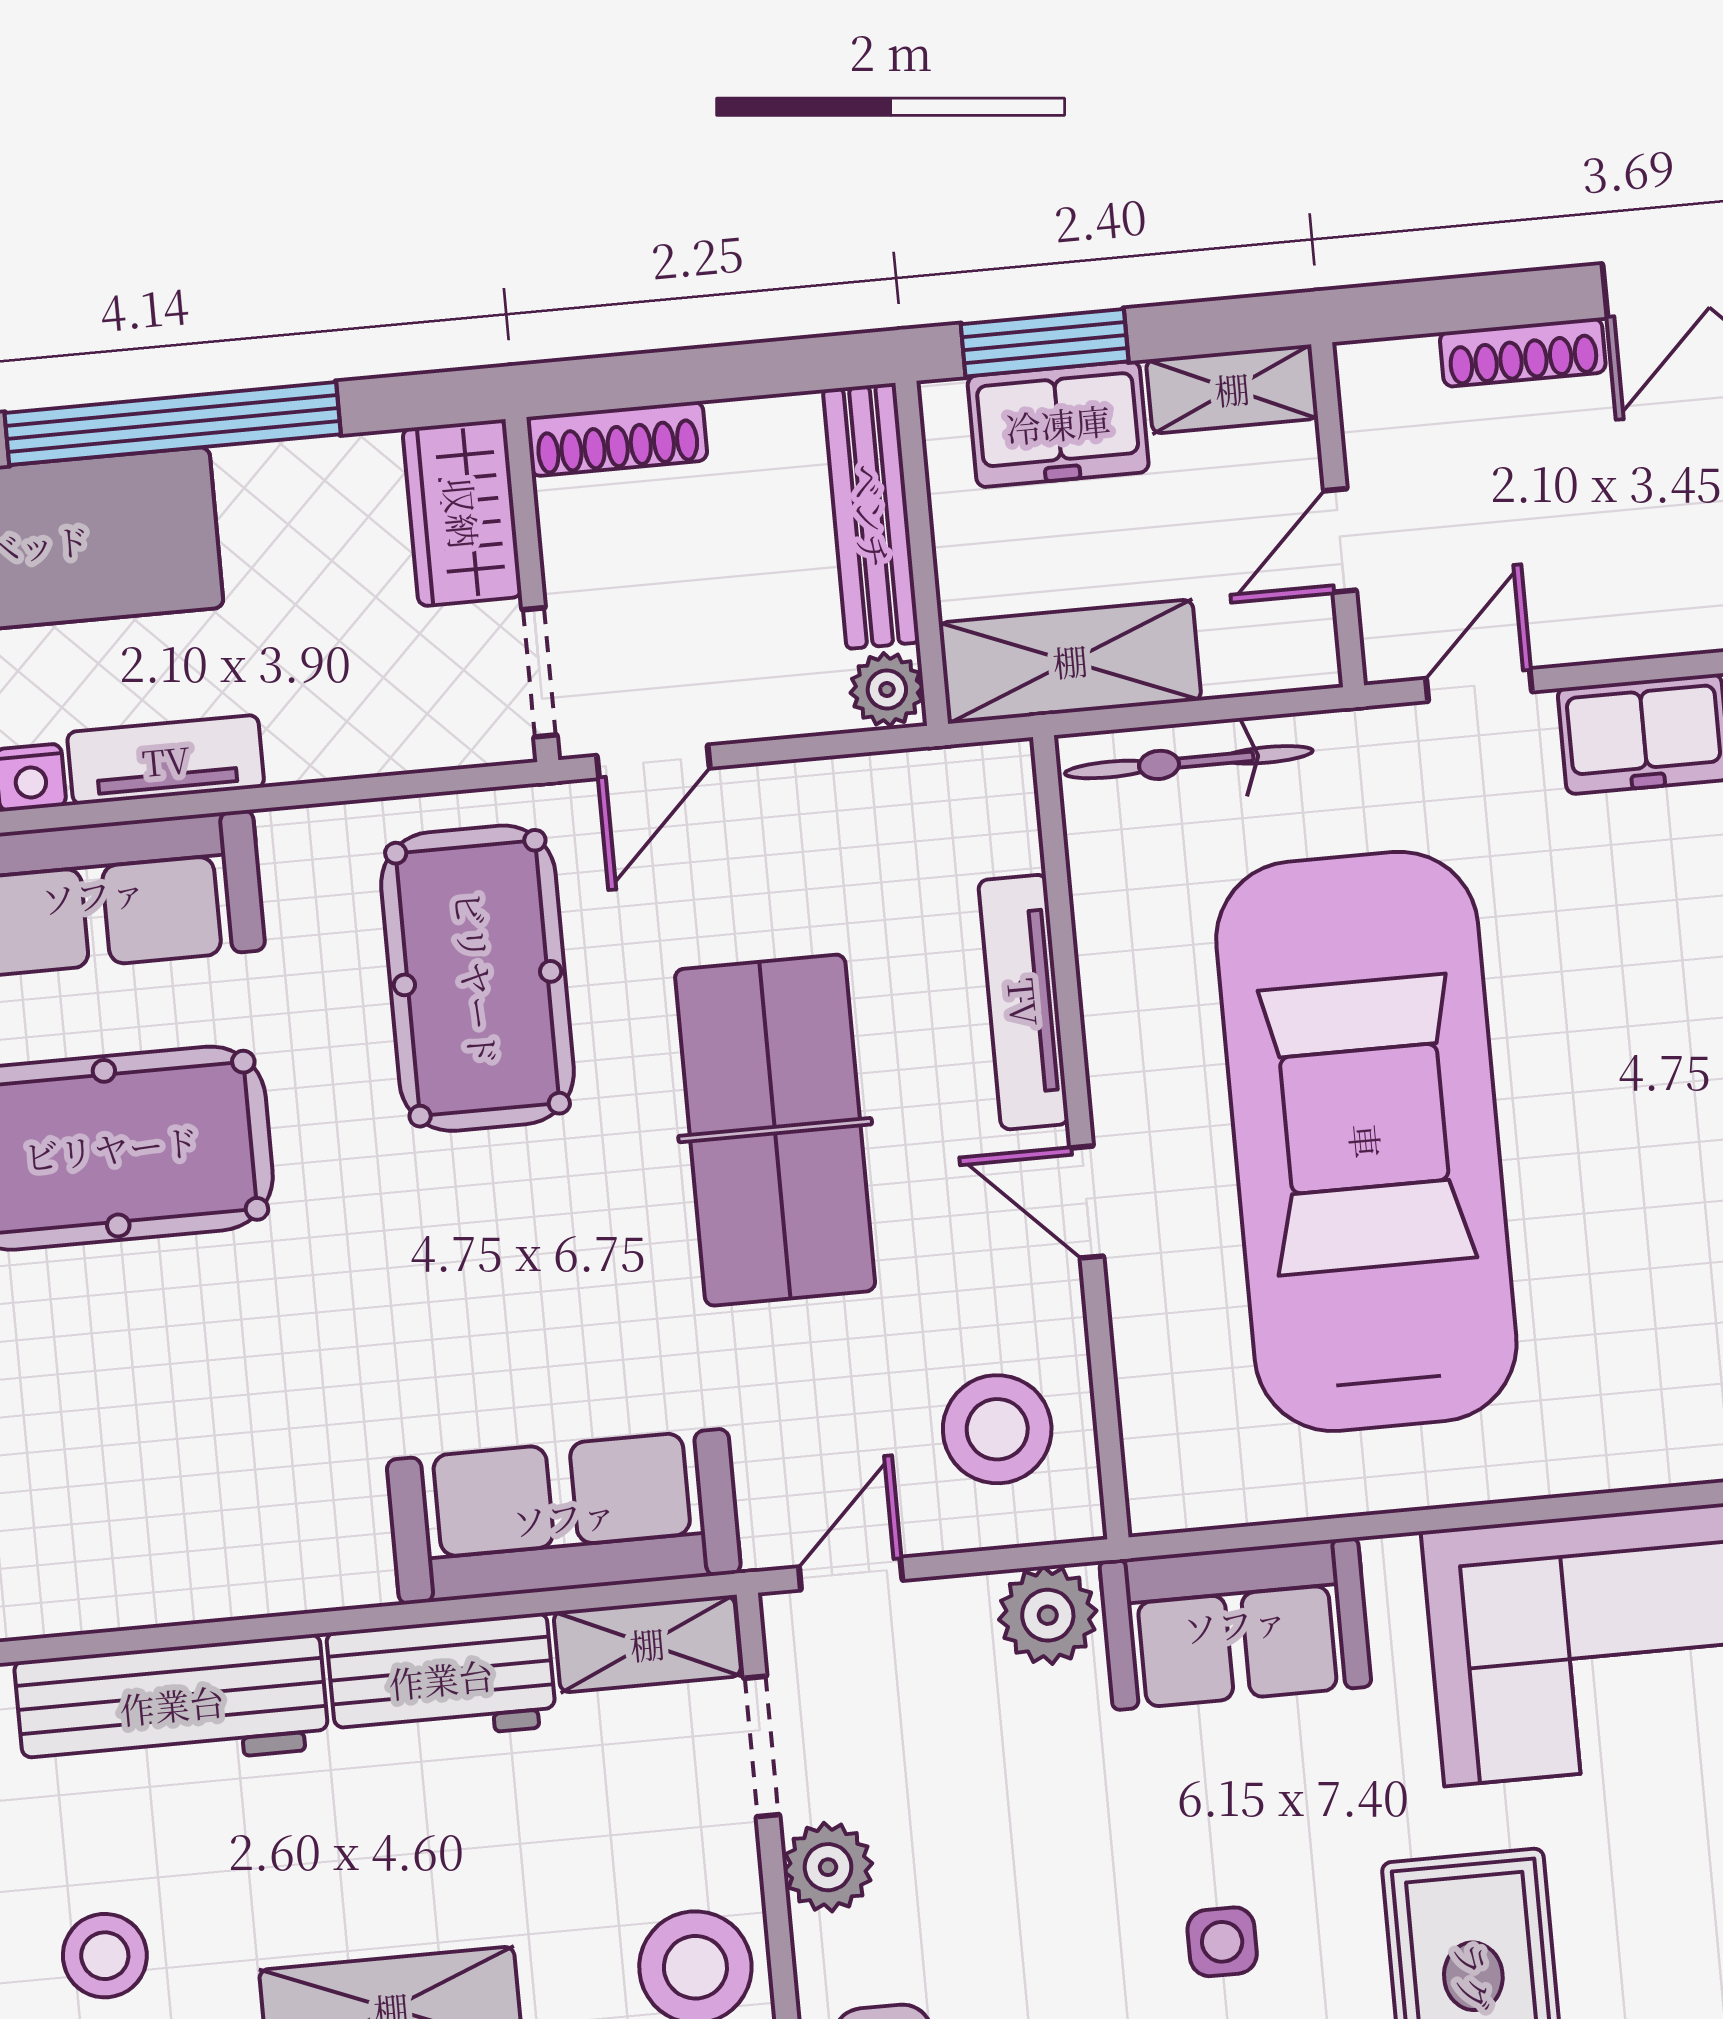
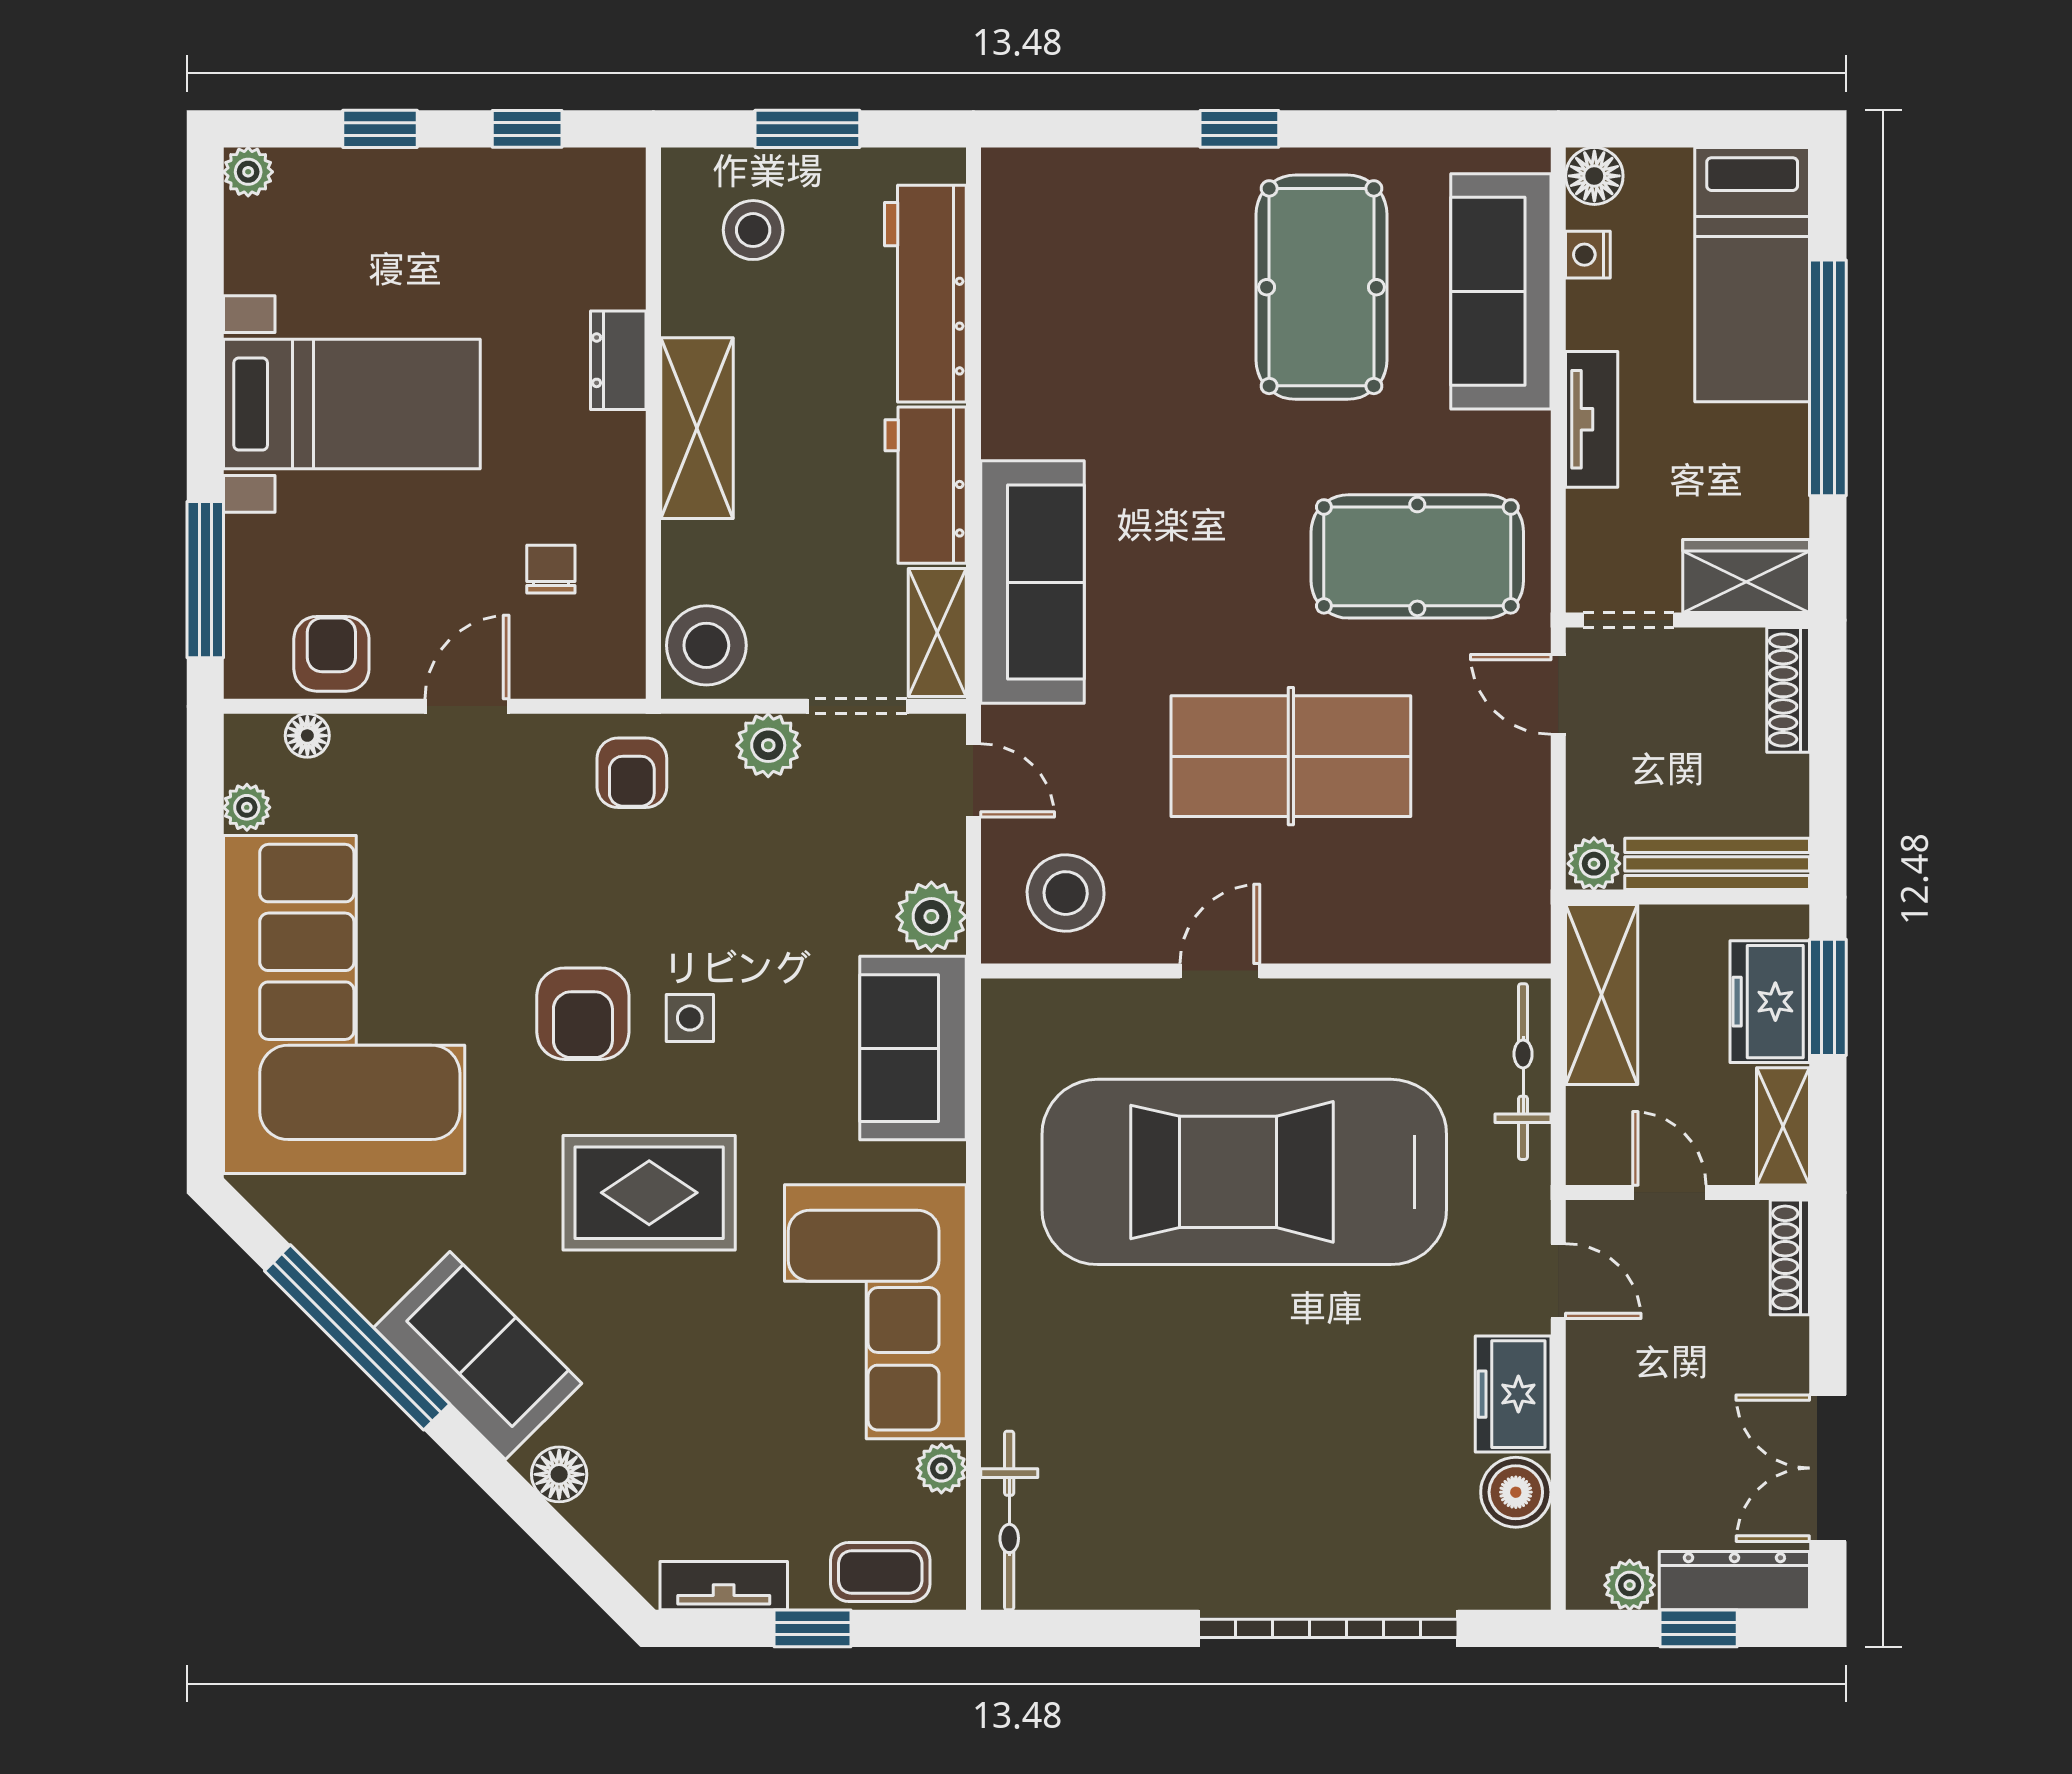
shoe rack: (1523, 352) -> (1790, 1257), moved
tv unit: (166, 760) -> (1592, 419), moved
tv unit: (1024, 1002) -> (1365, 940), removed
car: (1366, 1141) -> (1244, 1172), turned 180

